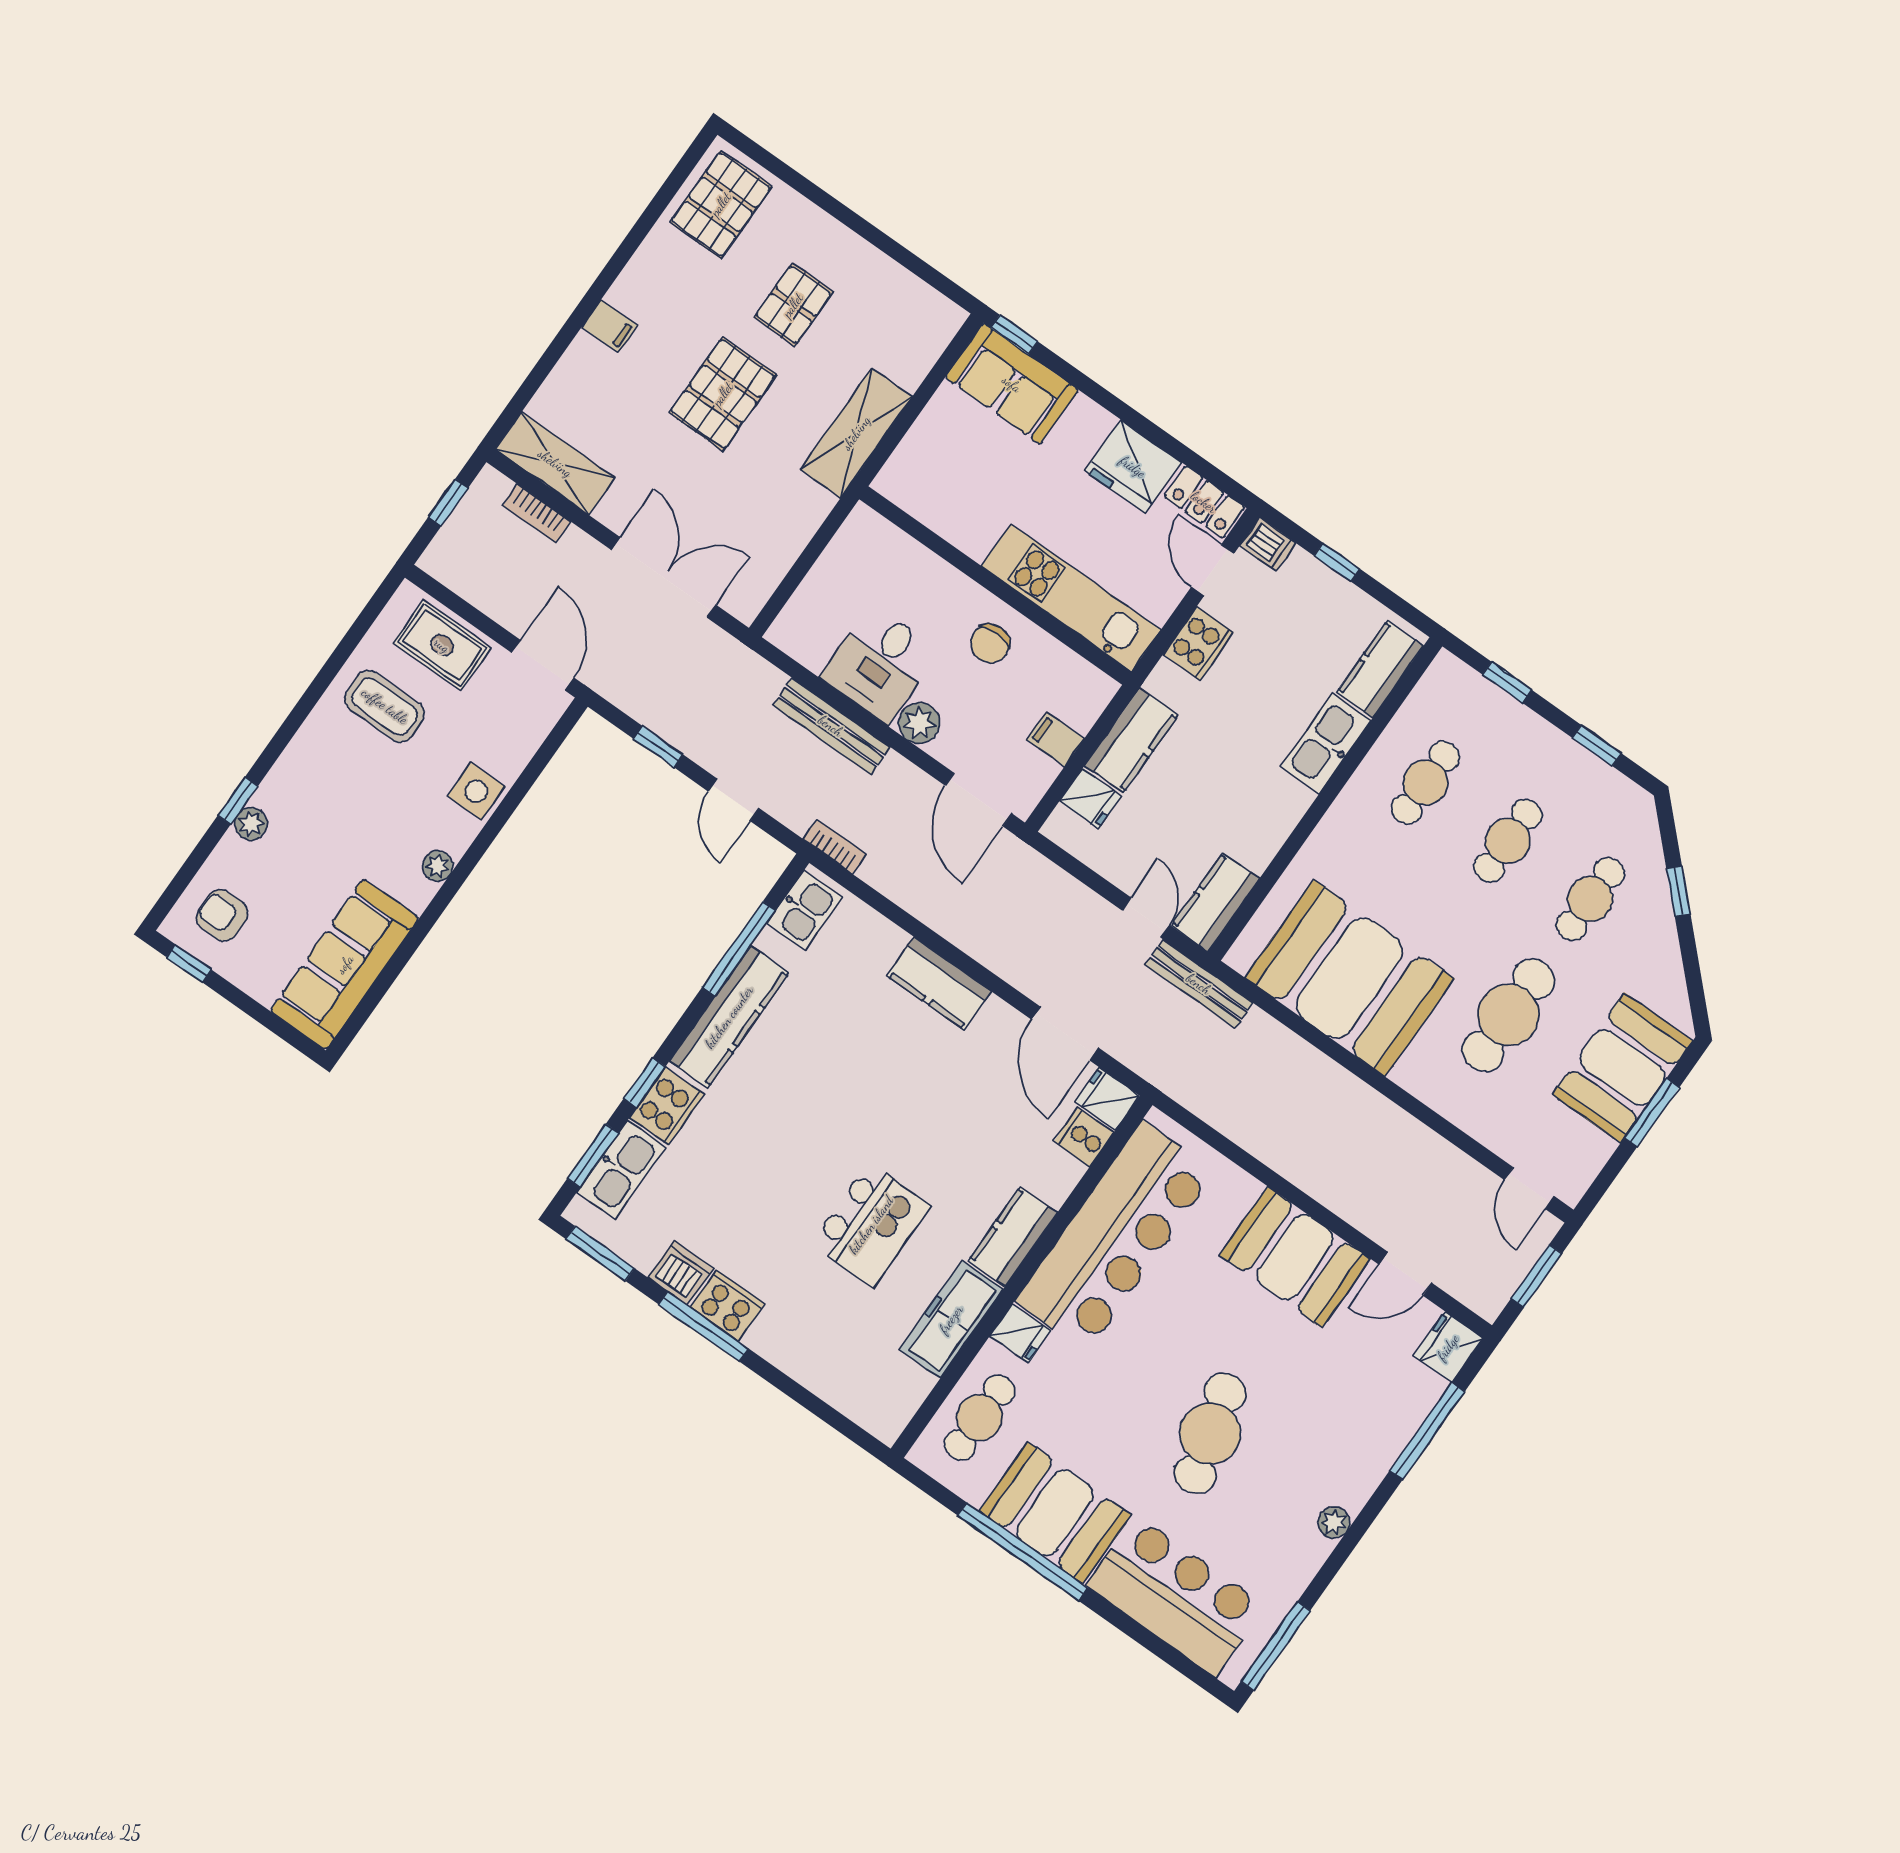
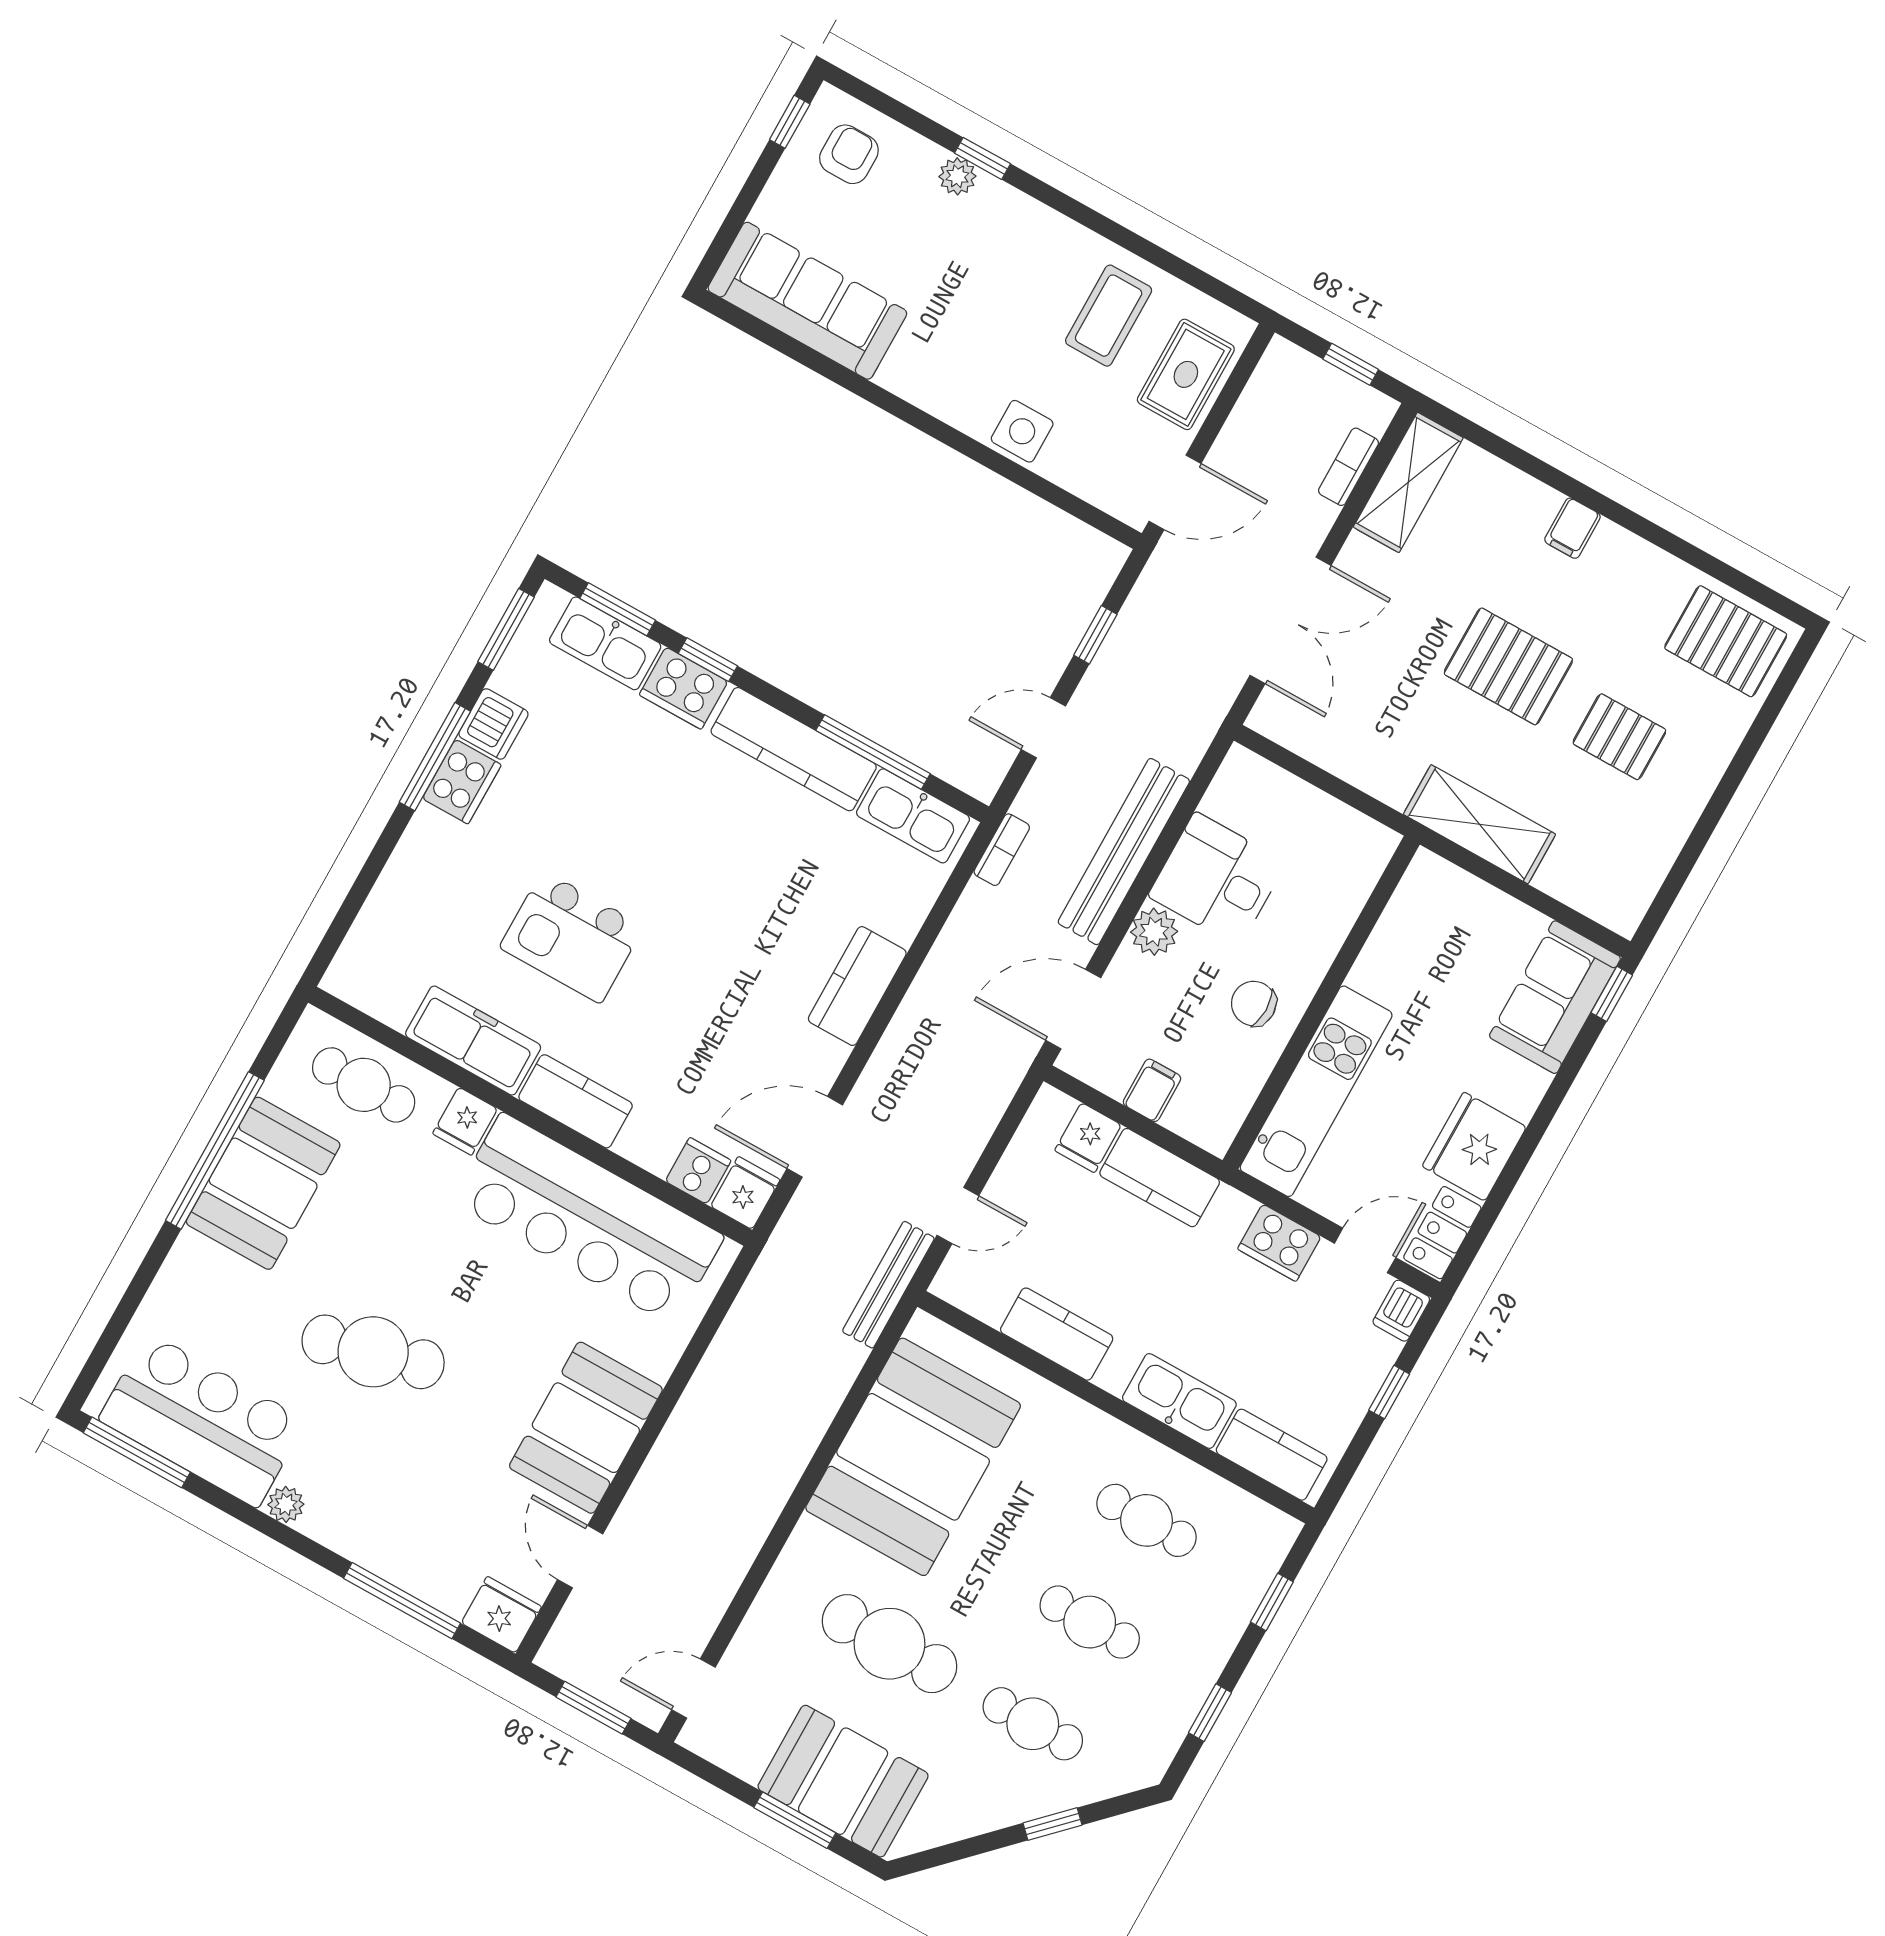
bench: (831, 726) -> (1124, 852), width x1.37, depth x1.21
plant: (438, 866) -> (932, 396), removed
kitchen counter: (1215, 902) -> (1057, 1334), moved
kitchen sink: (805, 910) -> (913, 816), width x1.38
bar counter: (1176, 1596) -> (202, 1420), moved, turned -90

